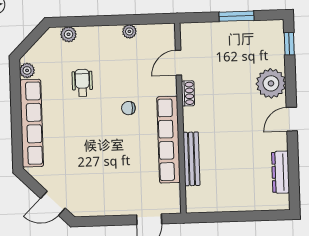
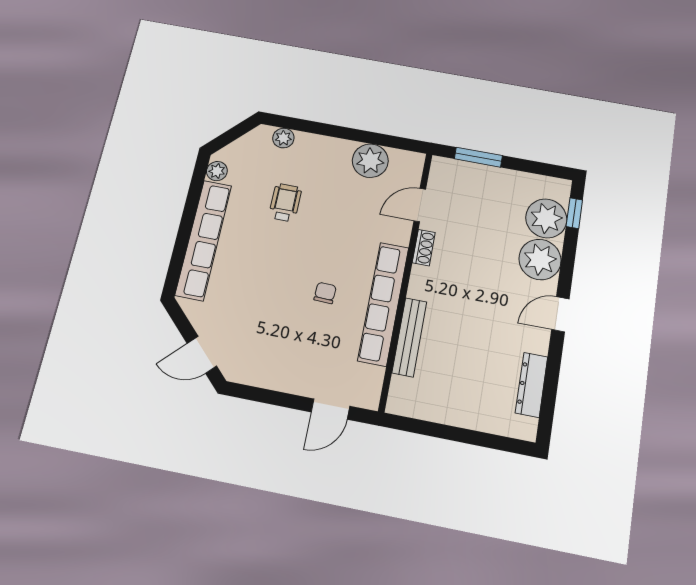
window: (236, 16) -> (478, 157), moved
plant: (129, 31) -> (370, 161), width x1.88, depth x1.88
plant: (270, 52) -> (546, 218), added
chair: (128, 108) -> (325, 293), moved, turned 92

